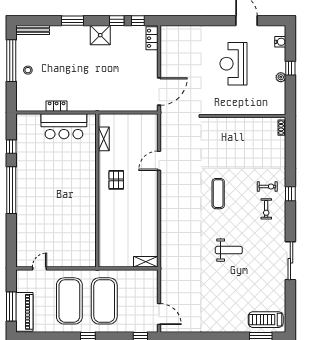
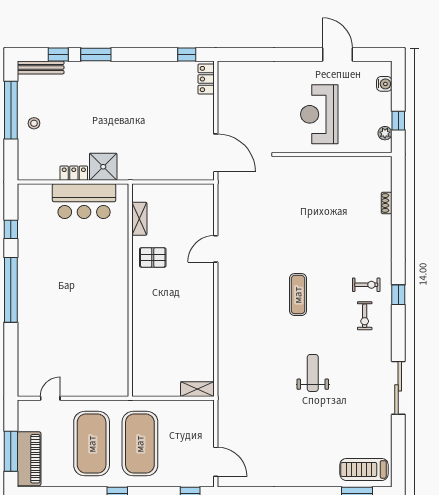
window: (117, 21) -> (58, 55), moved
shower: (100, 35) -> (103, 167), moved
door: (159, 91) -> (216, 153), hinge flipped
wall: (244, 116) -> (334, 155), moved
pallet: (116, 180) -> (153, 257), moved, turned 90
weight bench: (229, 250) -> (313, 373), turned -90

